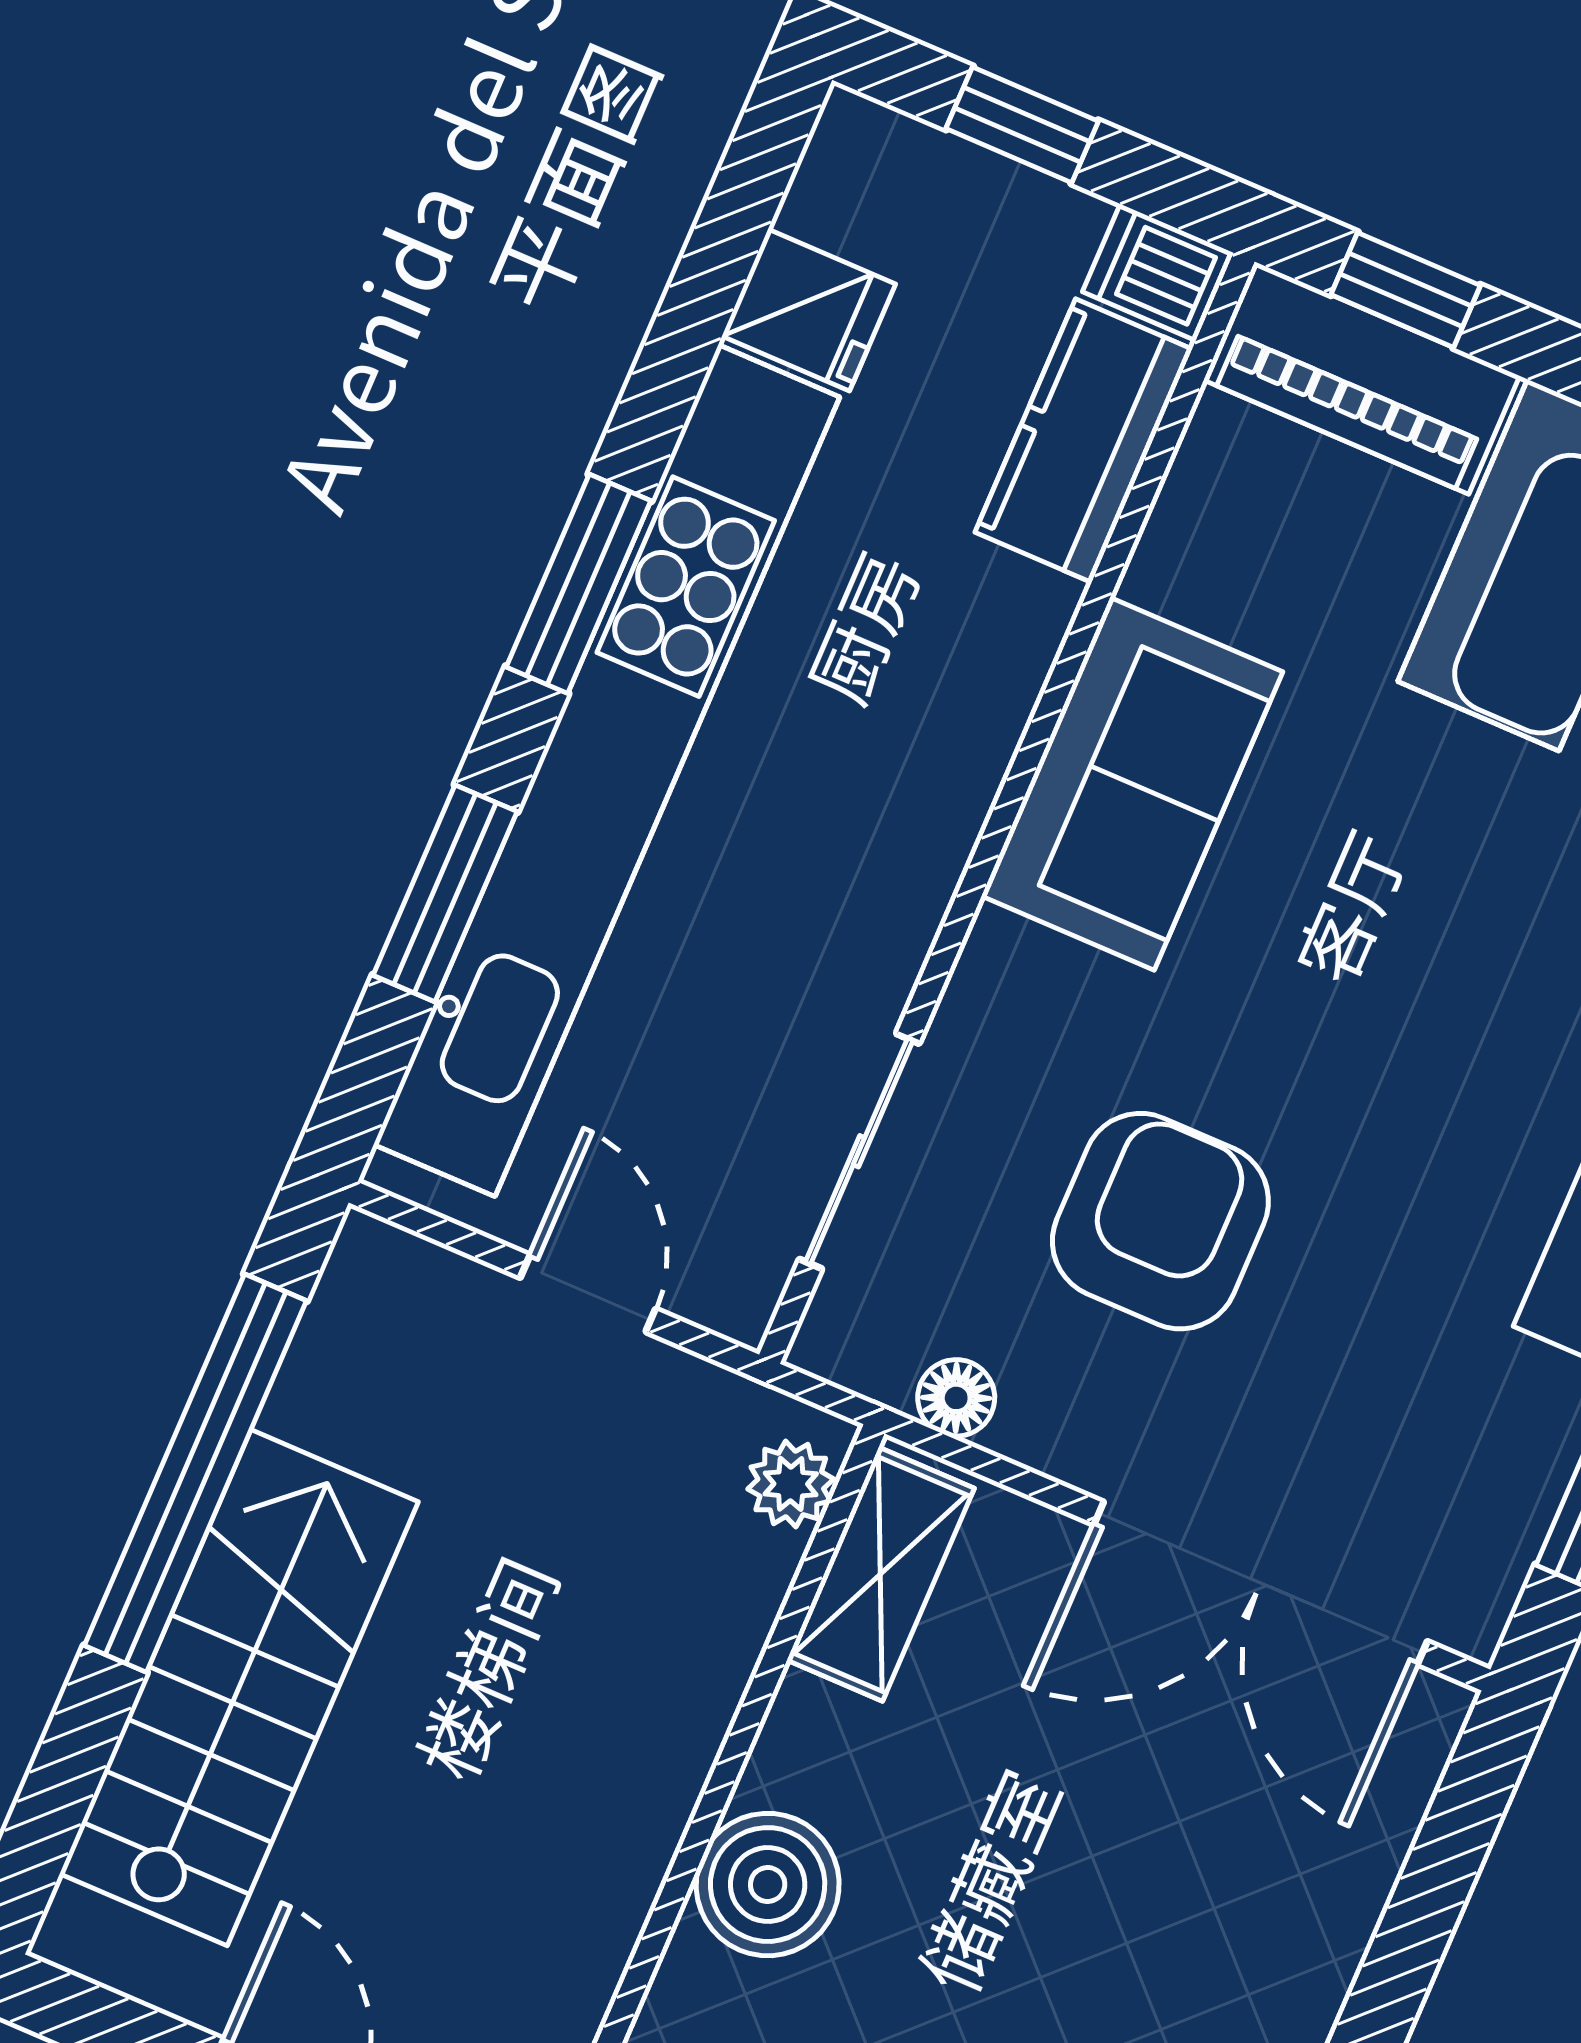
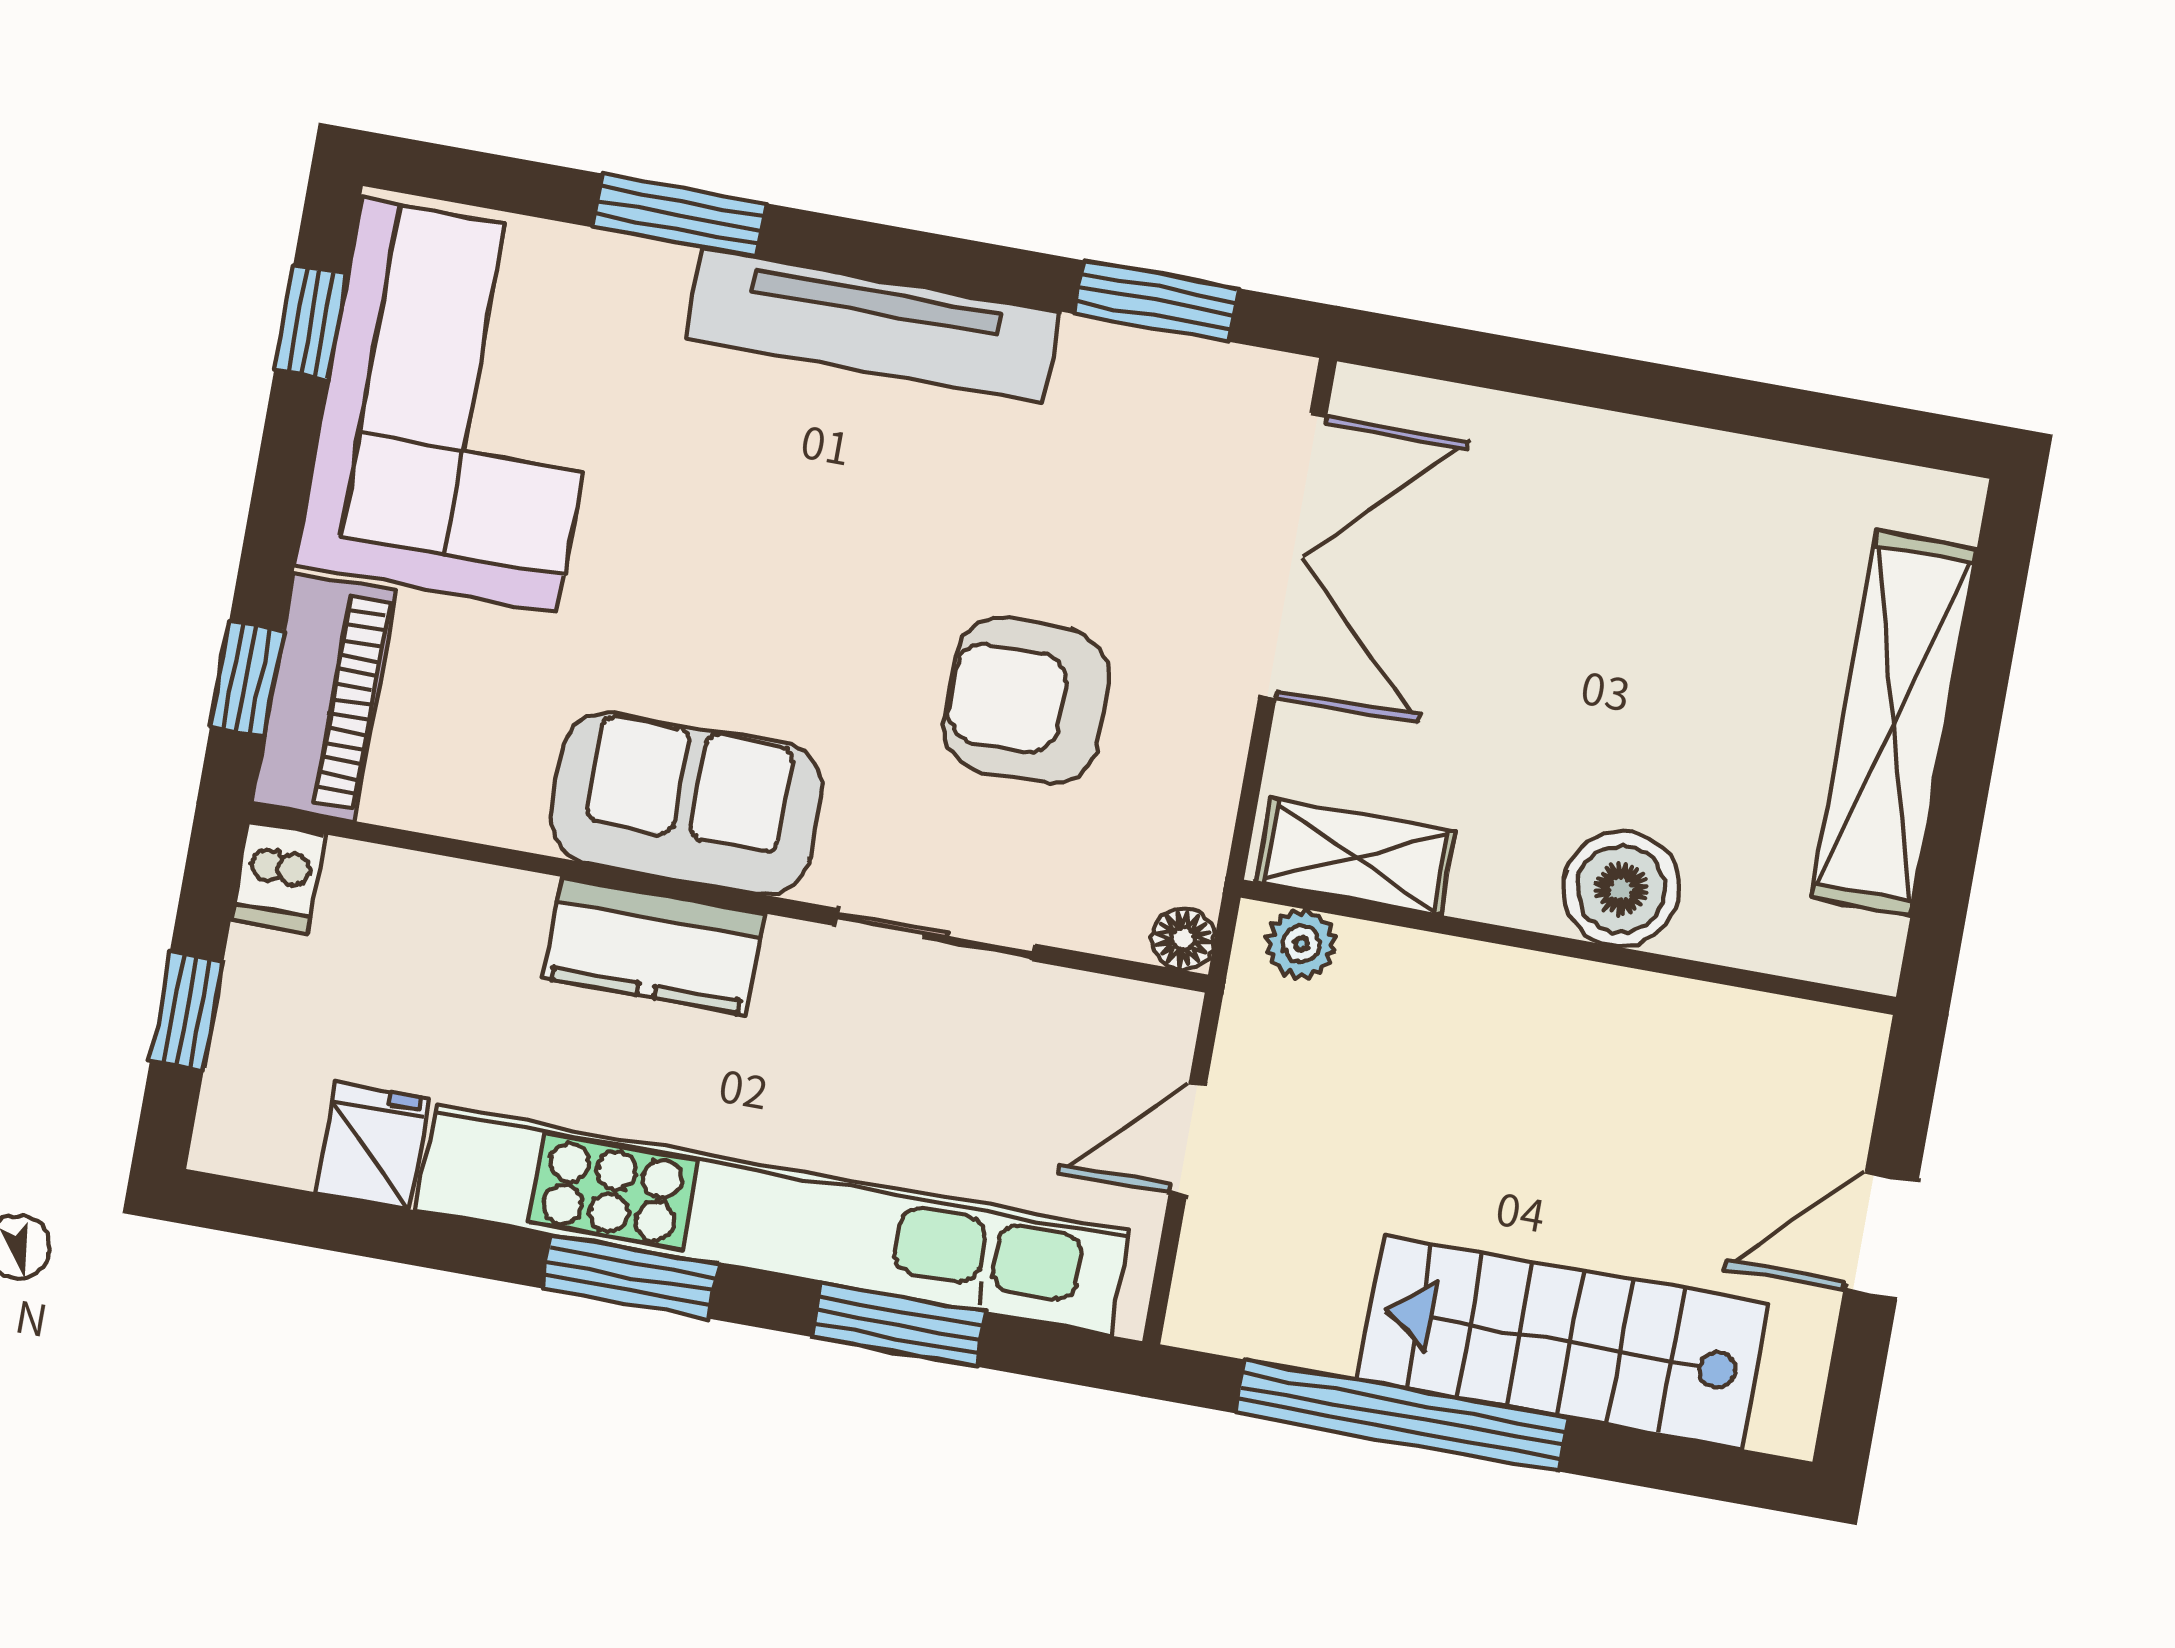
kitchen counter: (1084, 441) -> (654, 946), moved
sliding door: (859, 1151) -> (935, 935), moved
floor lamp: (956, 1398) -> (1183, 939), moved

